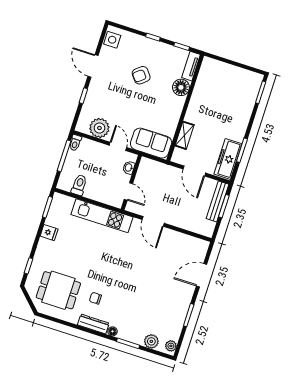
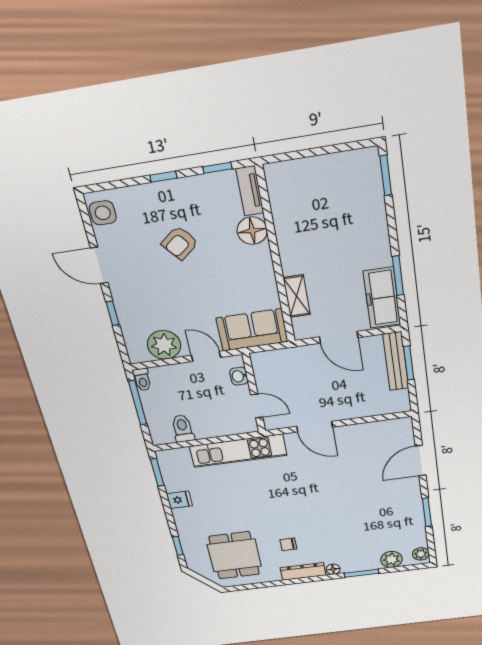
dining table: (58, 290) -> (234, 555), turned 90

